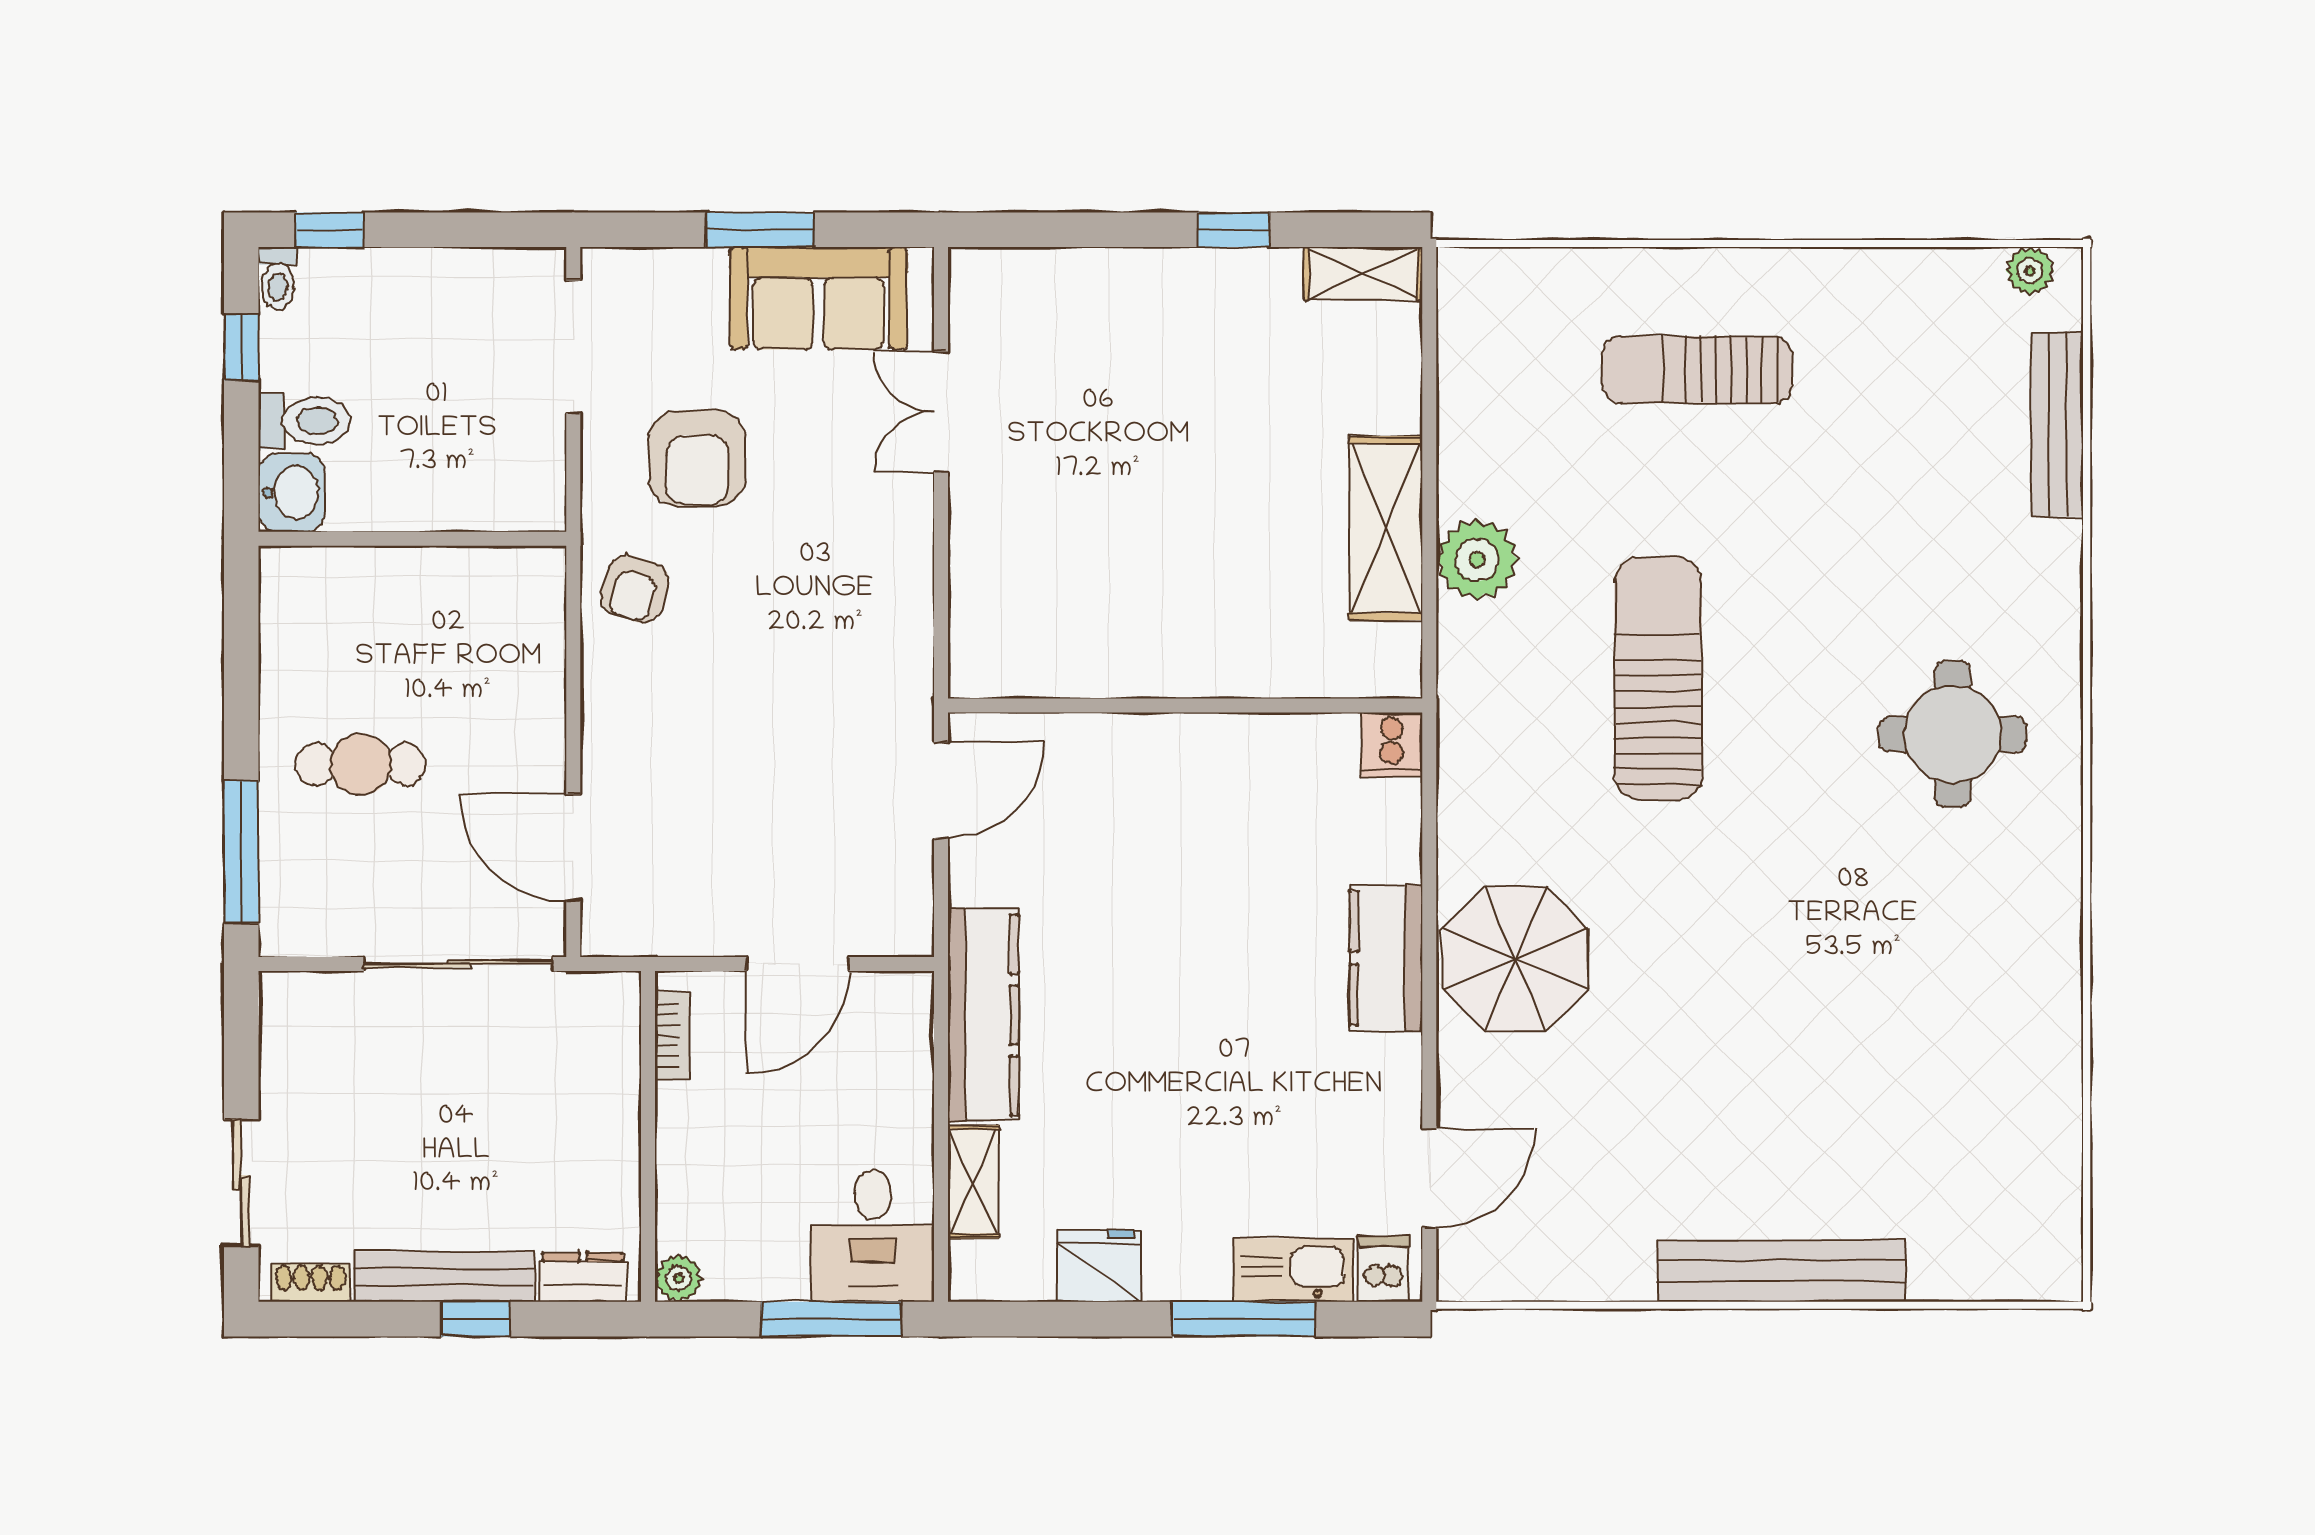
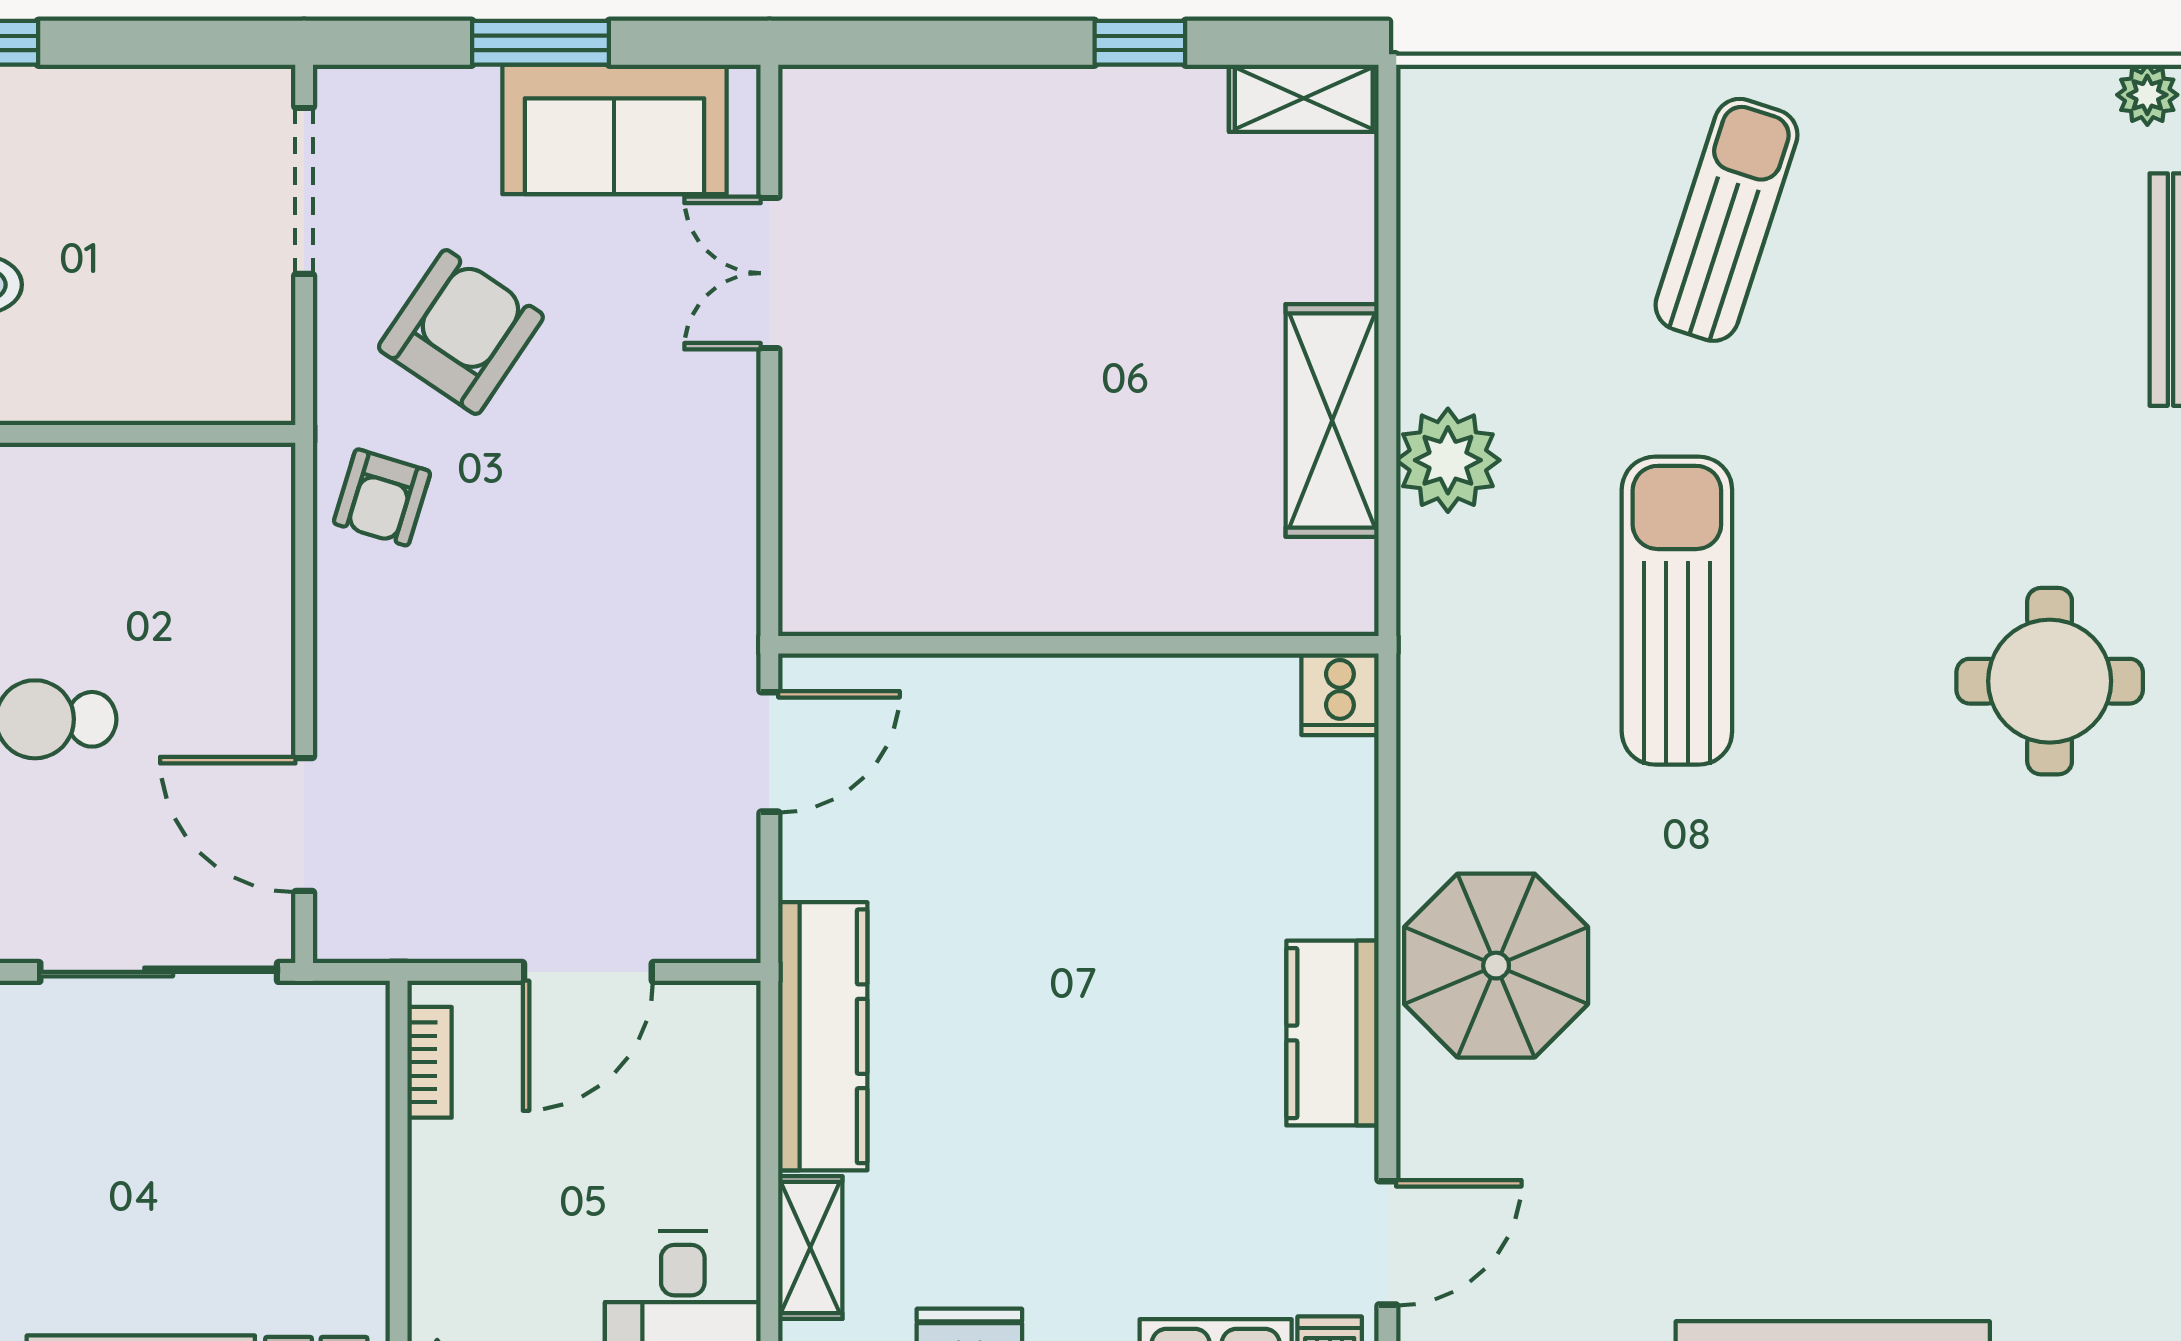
sun lounger: (1697, 370) -> (1727, 220), turned 108
armchair: (697, 458) -> (461, 332), turned -146
kitchen counter: (1386, 958) -> (1332, 1033), moved

